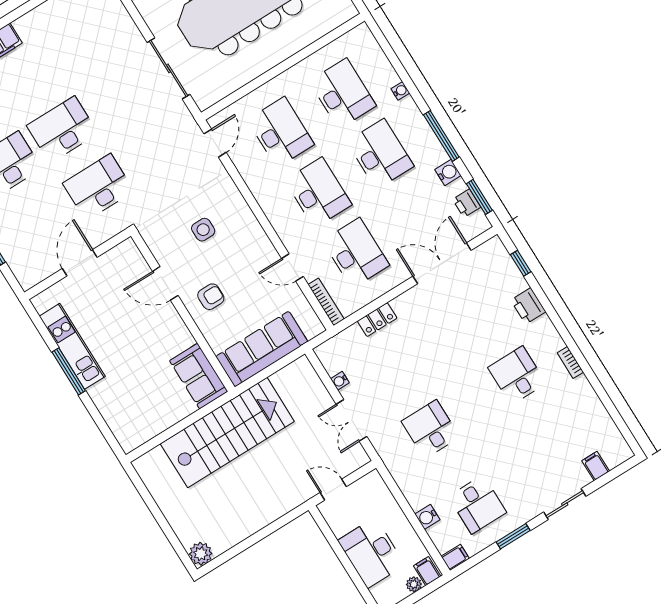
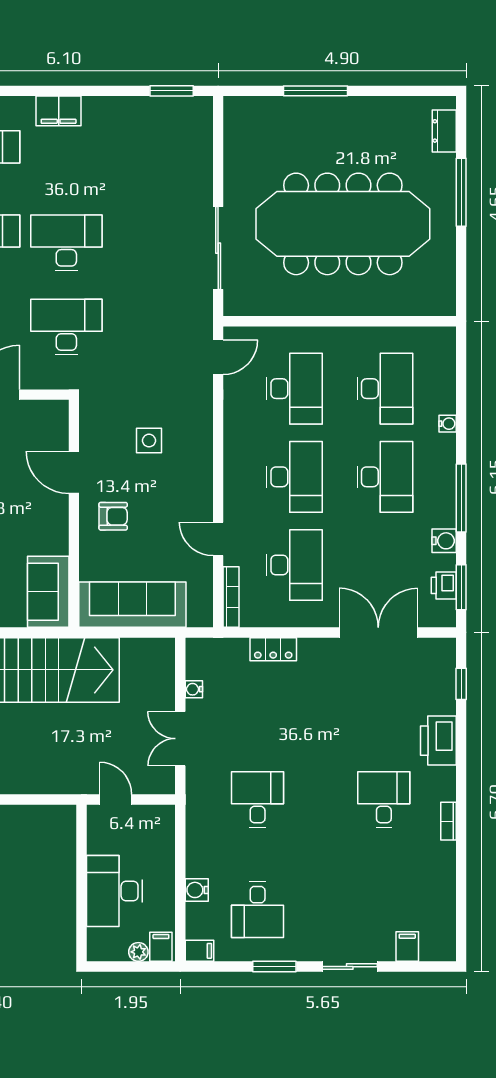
printer: (528, 306) -> (438, 741), width x1.37, depth x1.19

